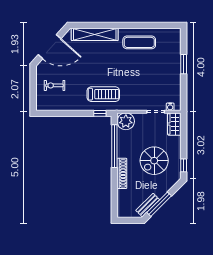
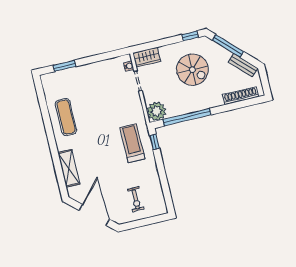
shelving: (95, 34) -> (69, 168), width x0.68
window: (184, 64) -> (64, 66), moved
shoe rack: (122, 173) -> (241, 96), moved
window: (159, 204) -> (228, 46), moved

